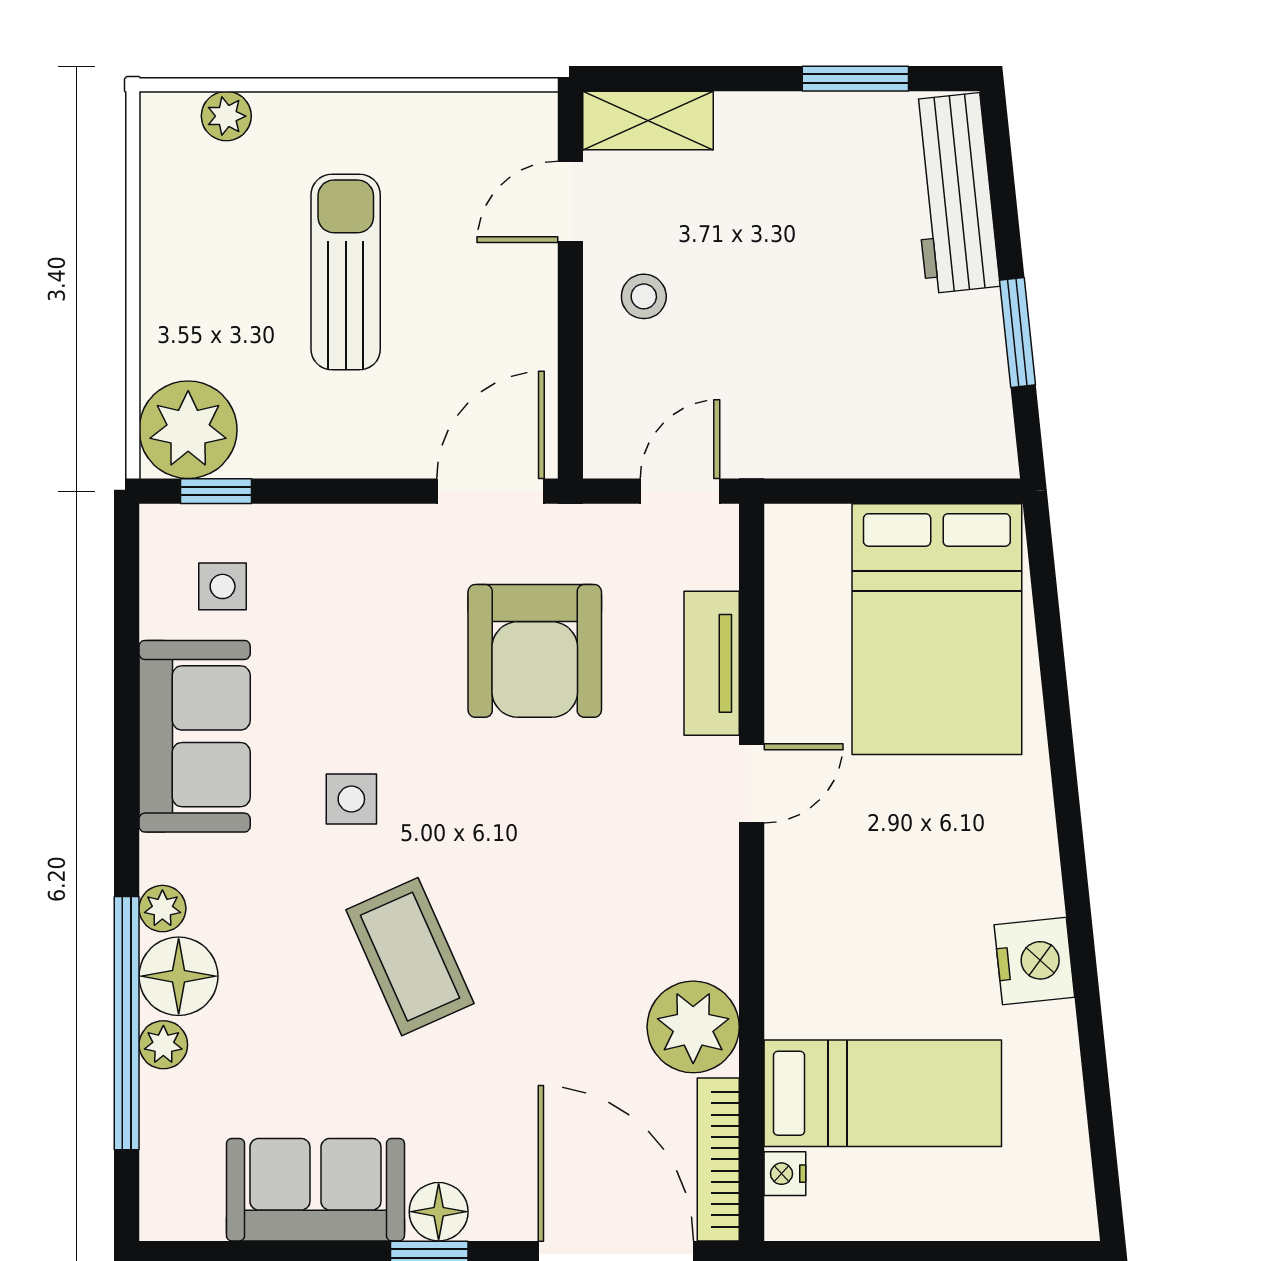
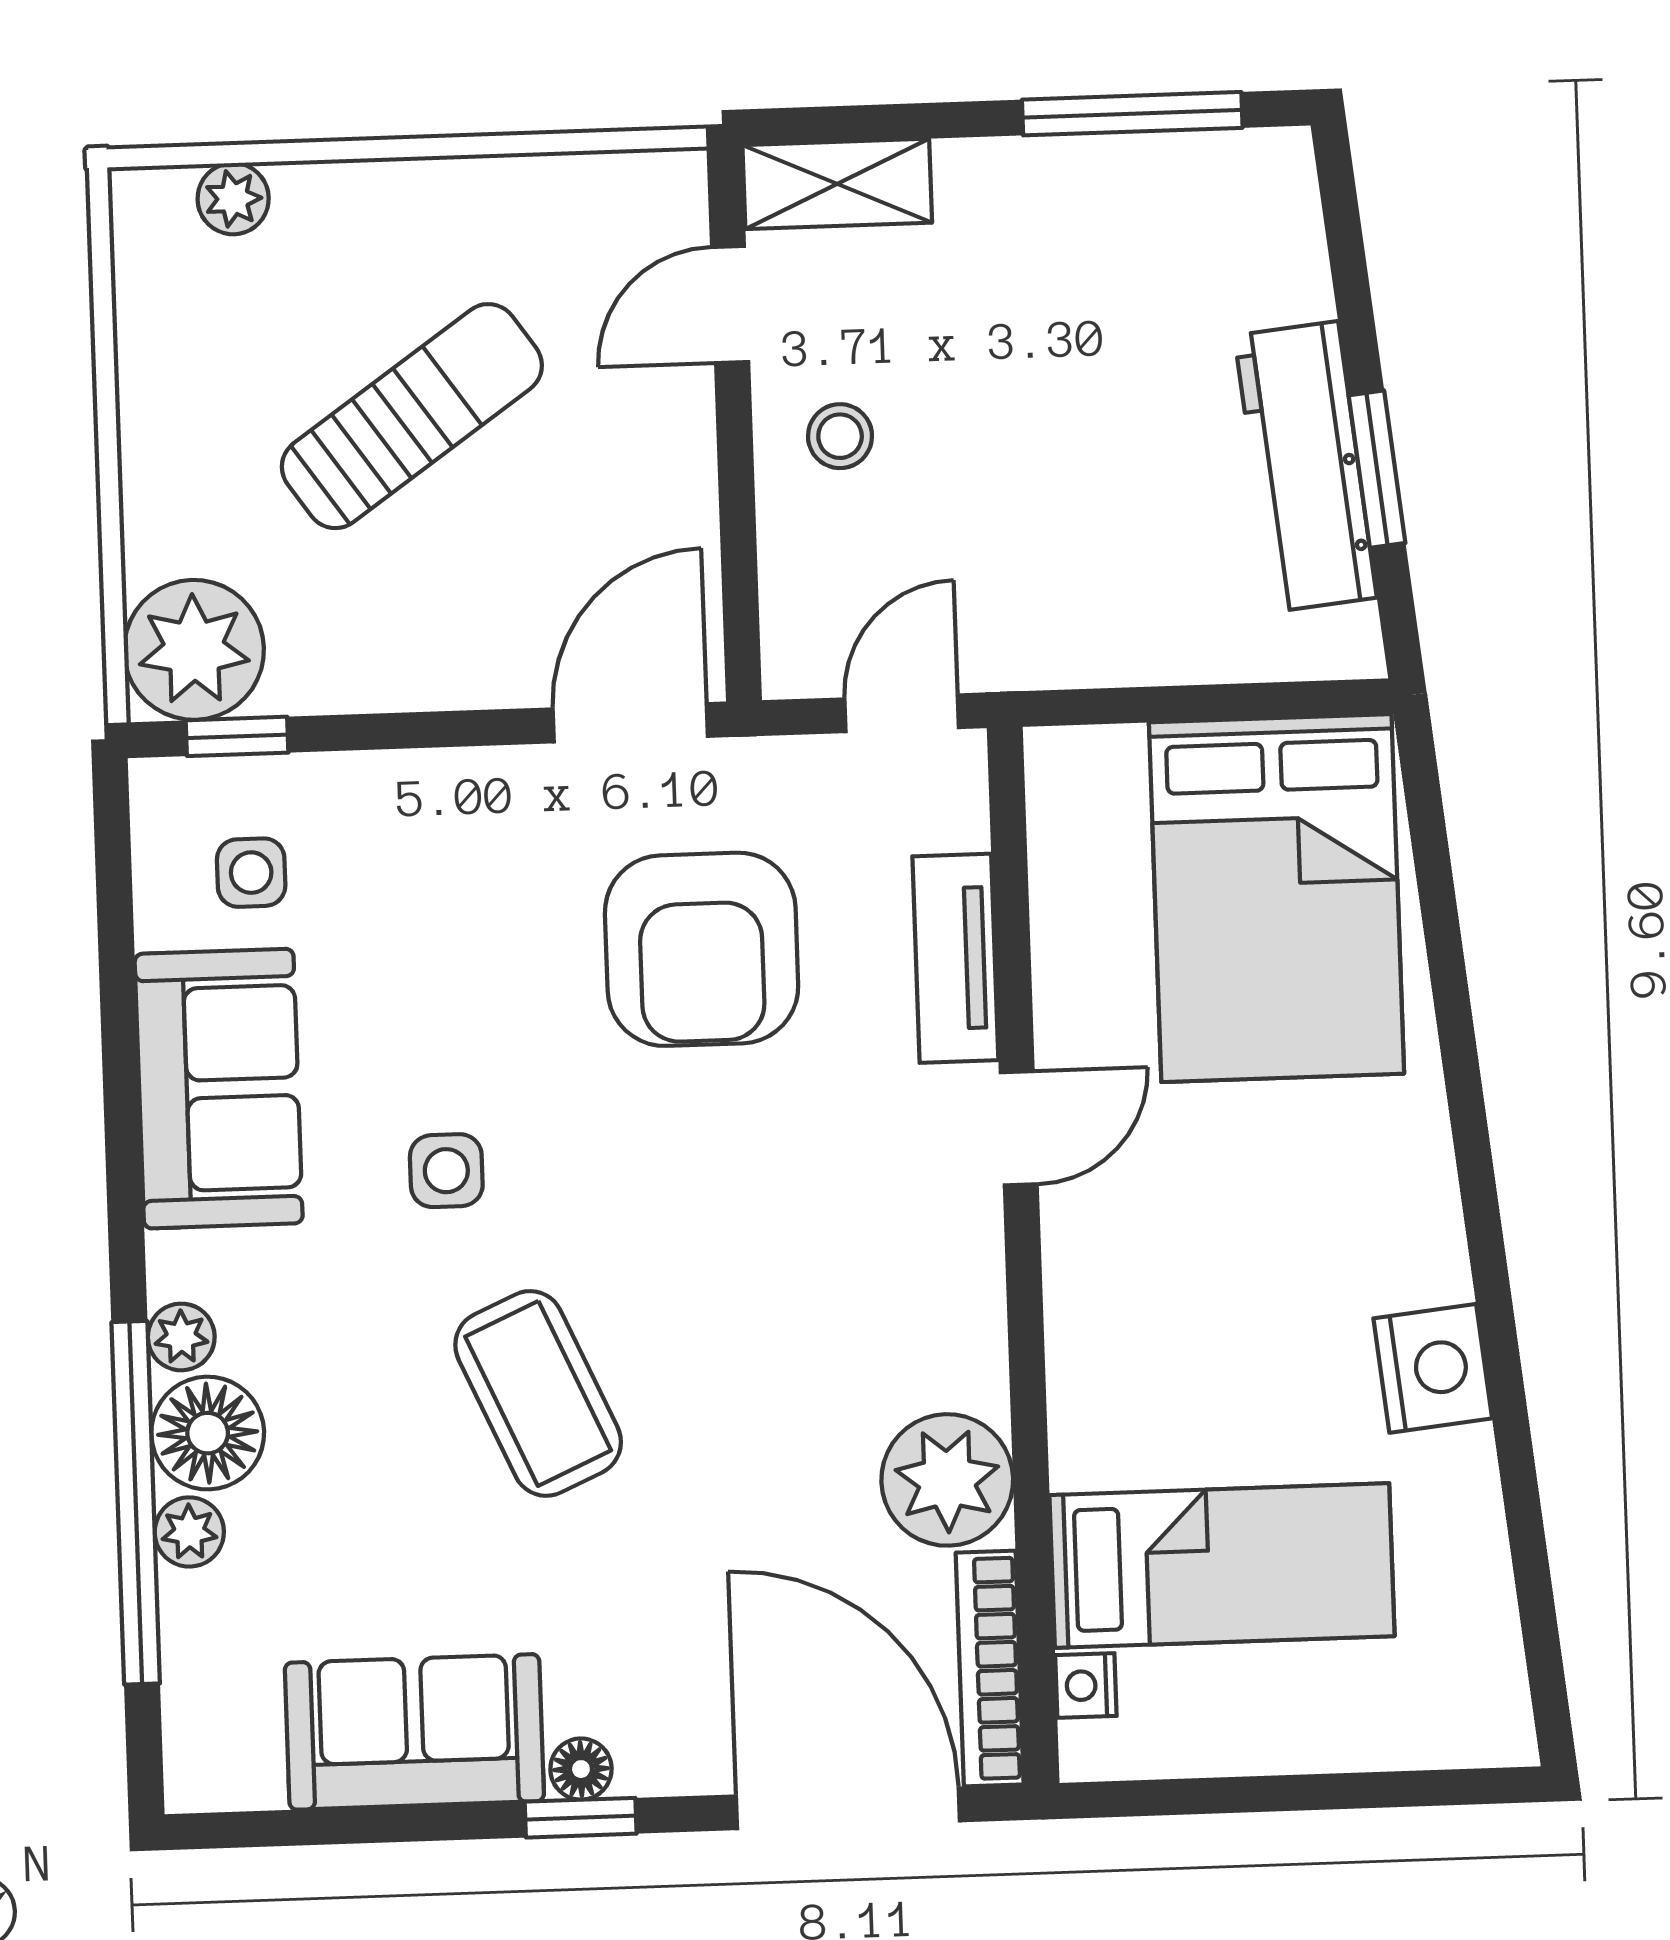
window: (855, 79) -> (1132, 114), width x1.44
workbench: (953, 193) -> (1306, 467), moved
sun lounger: (346, 272) -> (412, 416), turned 55
floor lamp: (439, 1212) -> (581, 1769), width x0.73, depth x0.73

